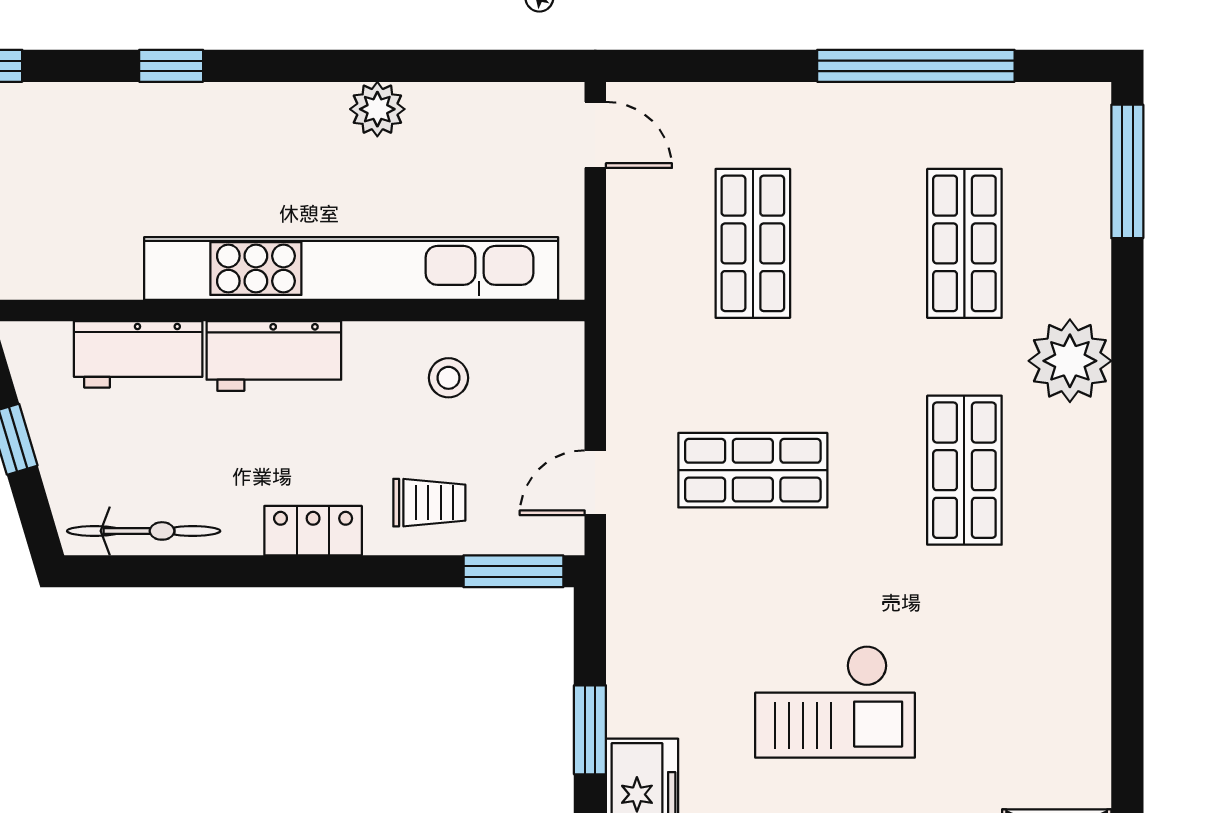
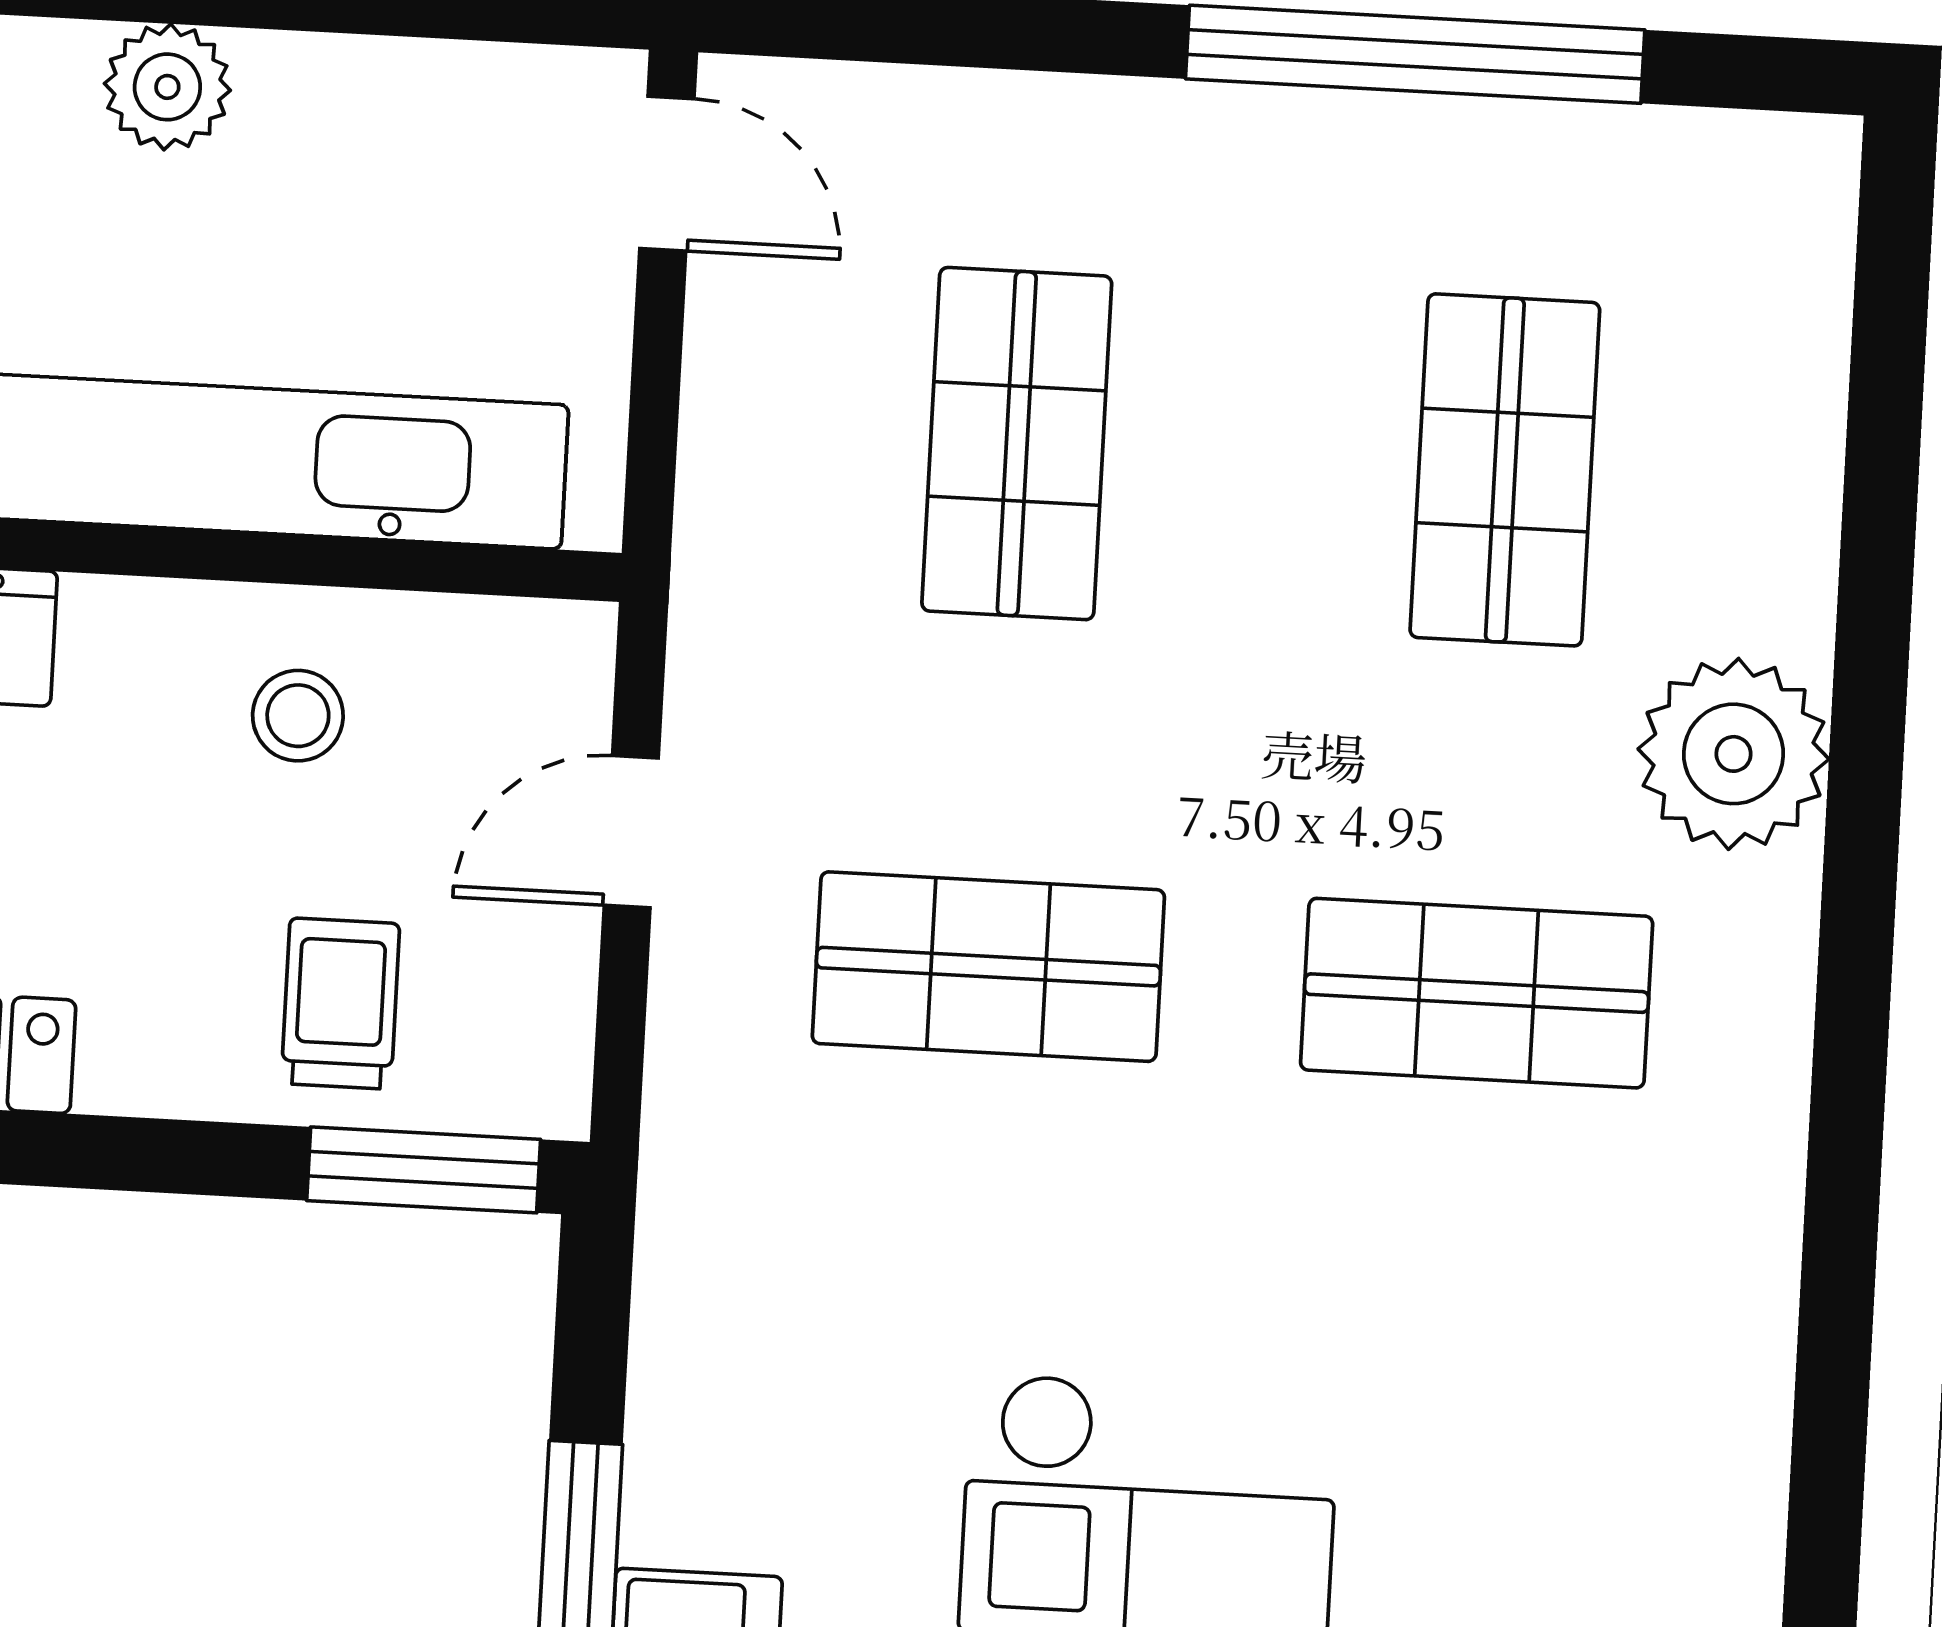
window: (1127, 171) -> (1890, 324), removed
shop shelf: (964, 470) -> (1477, 993), turned 90
door: (595, 483) -> (631, 832), moved
trolley: (429, 503) -> (340, 1004), moved, turned -90

